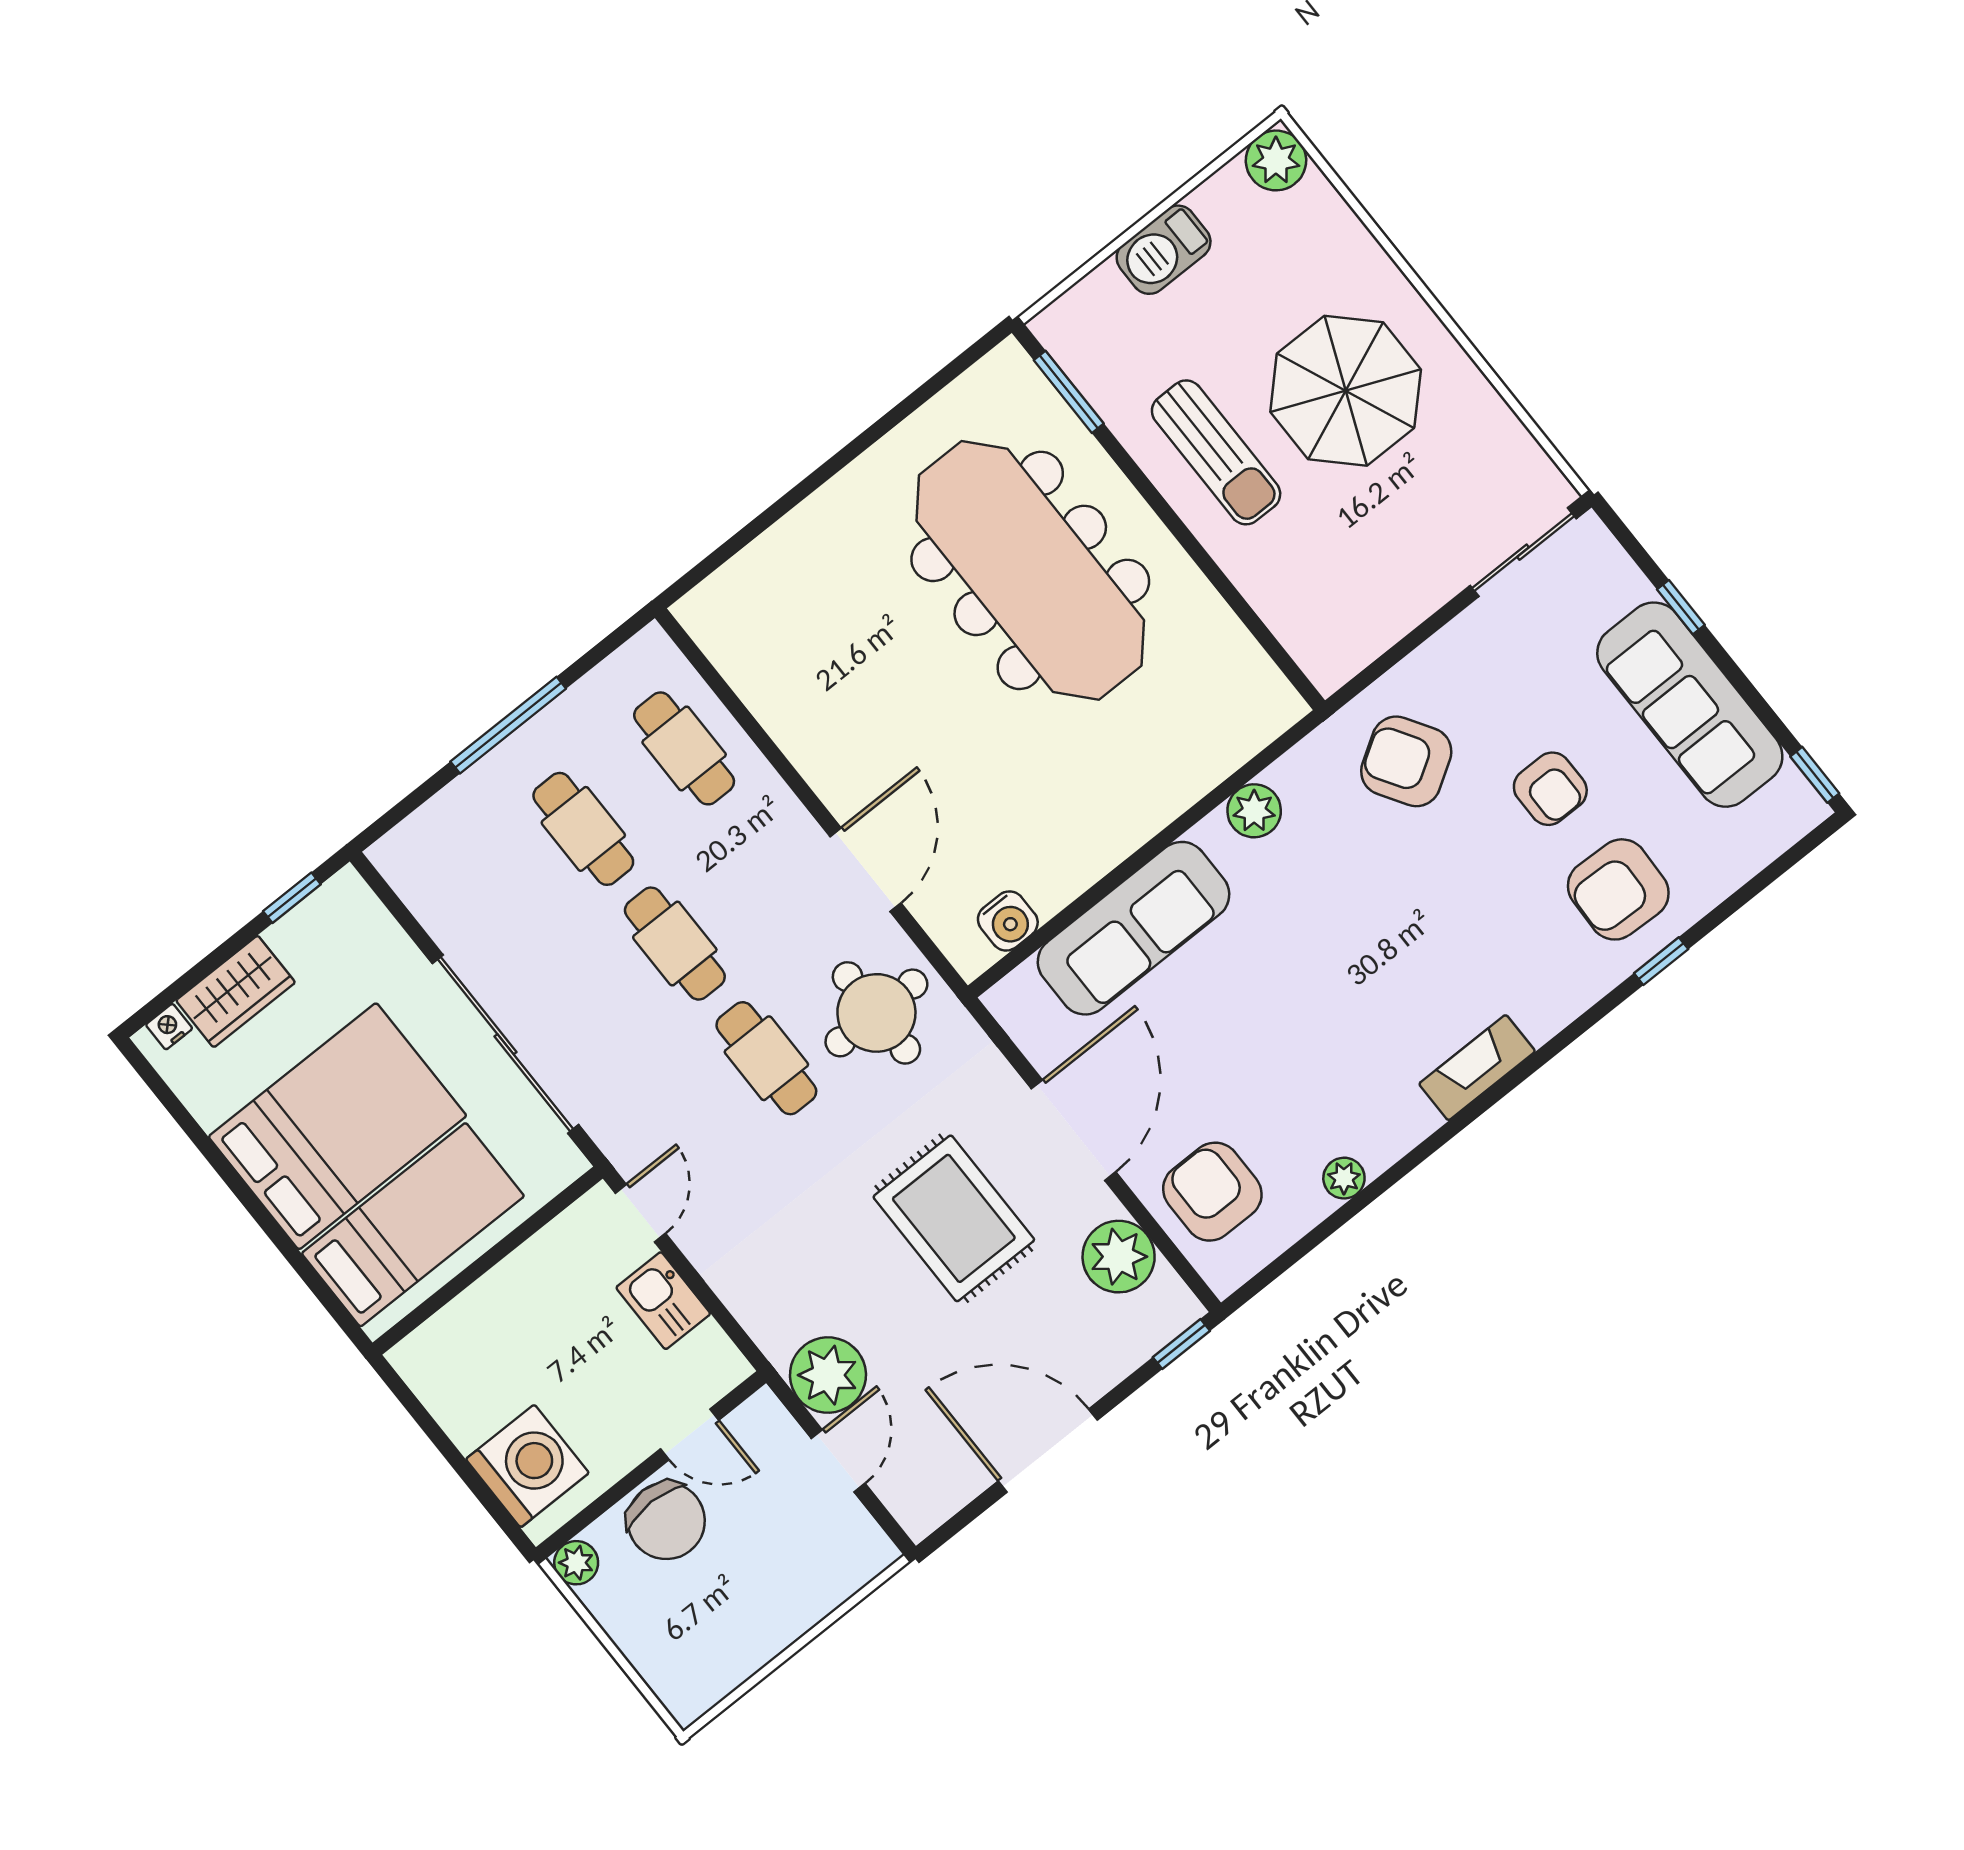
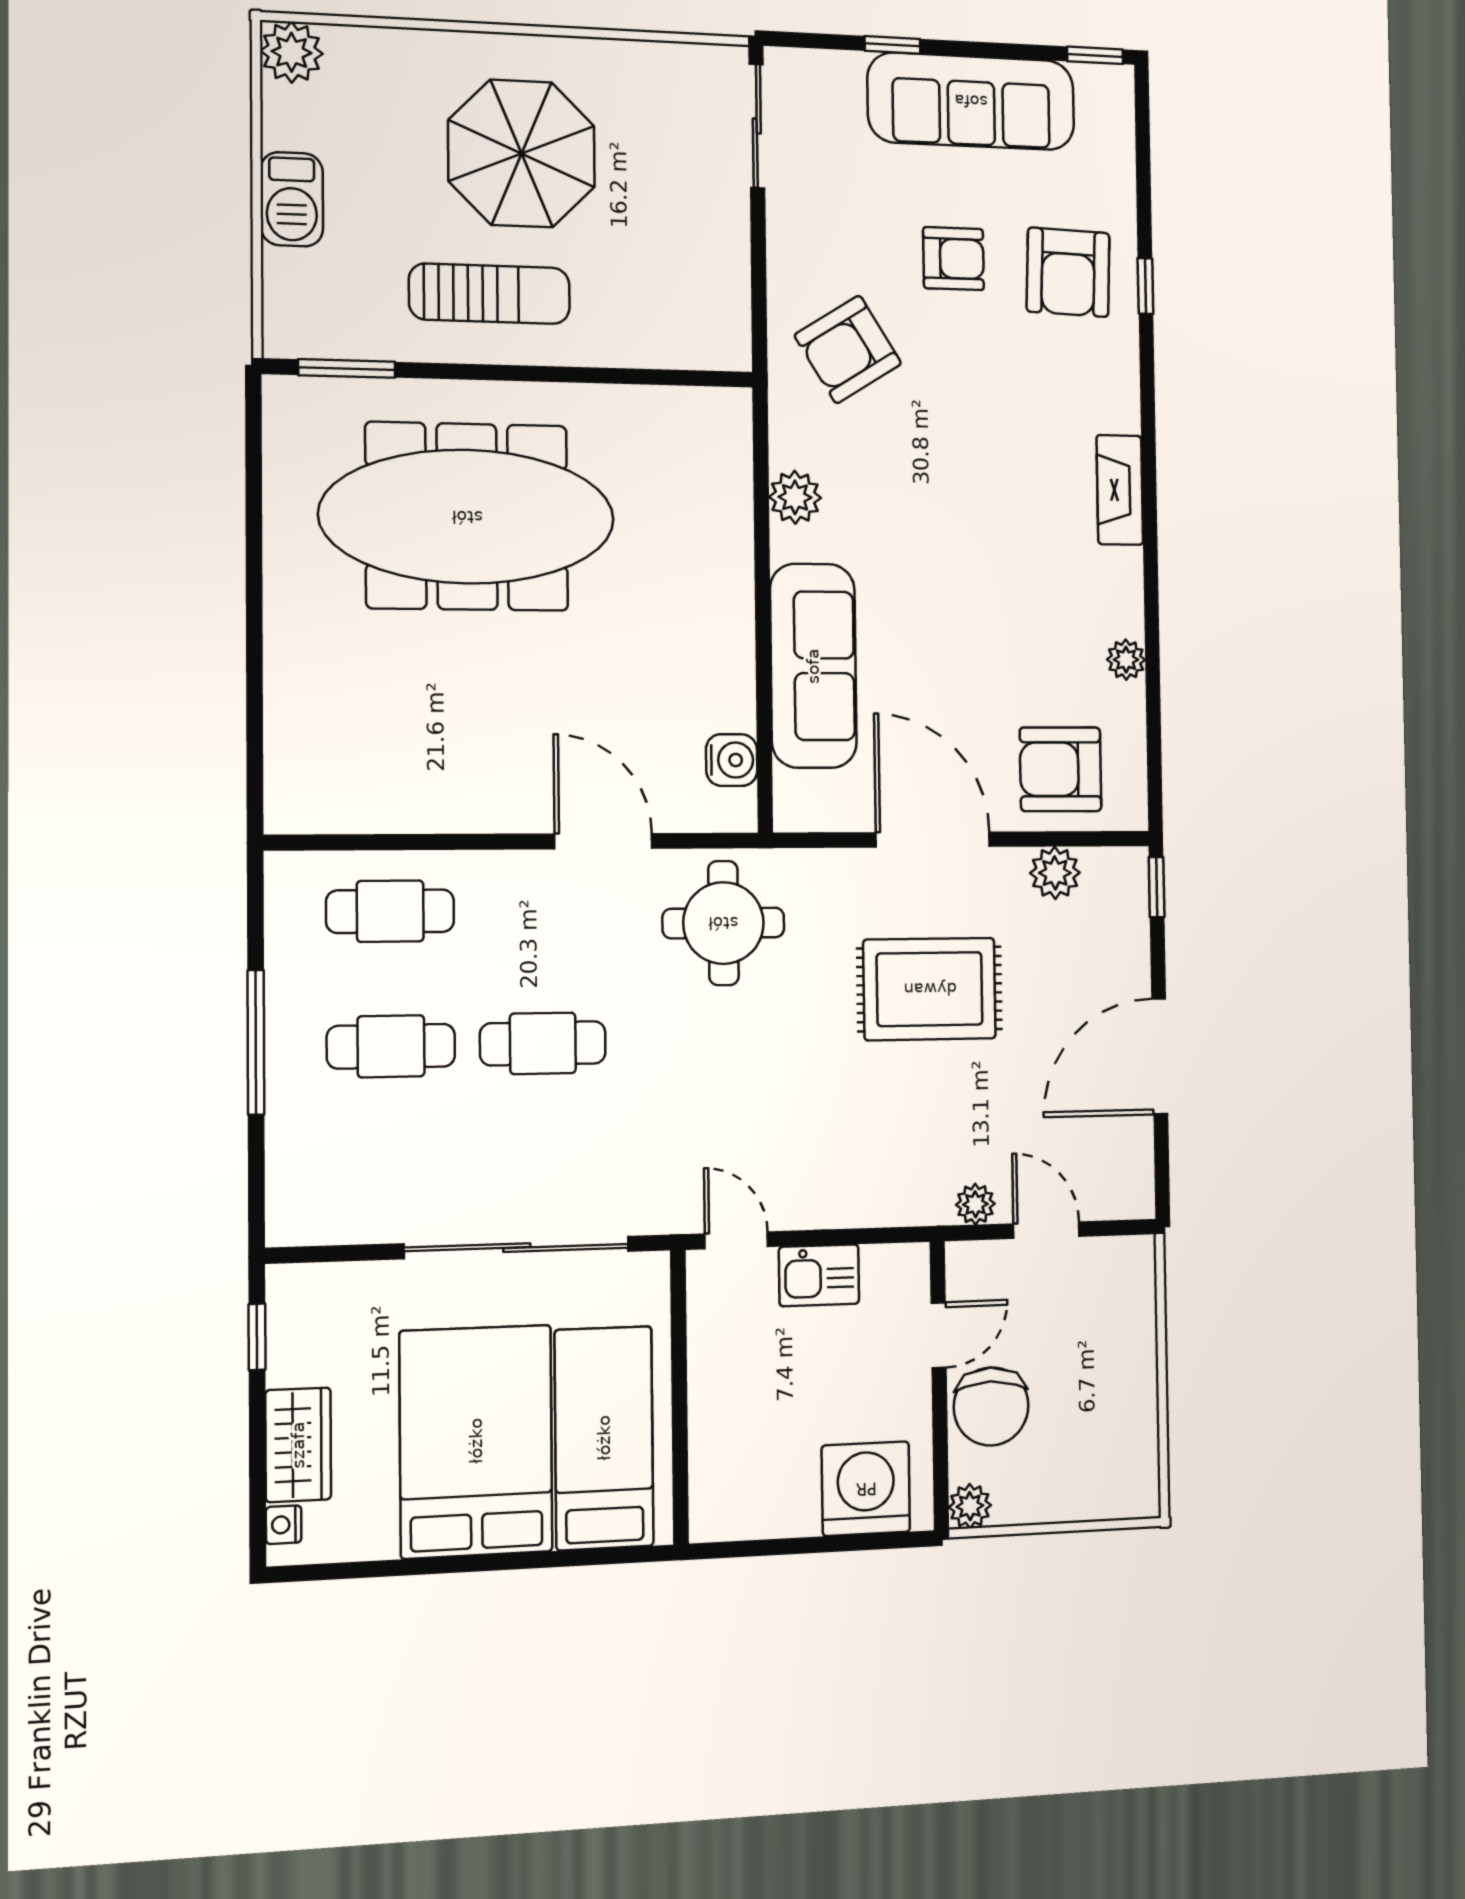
cafe table: (766, 1058) -> (692, 1041), removed
plant: (1119, 1257) -> (1055, 873), width x0.73, depth x0.73
plant: (828, 1375) -> (975, 1204), width x0.53, depth x0.53
chair: (666, 1521) -> (991, 1406), turned 90

